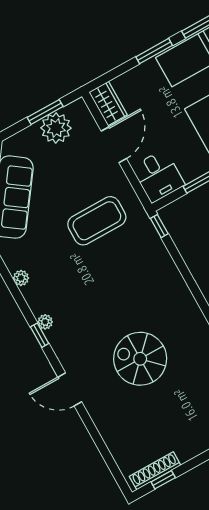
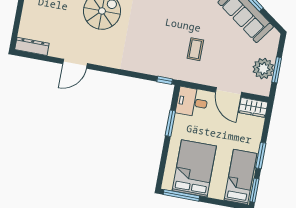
coffee table: (97, 221) -> (195, 49), width x0.54, depth x0.58

